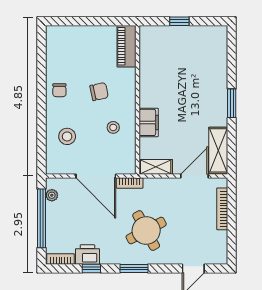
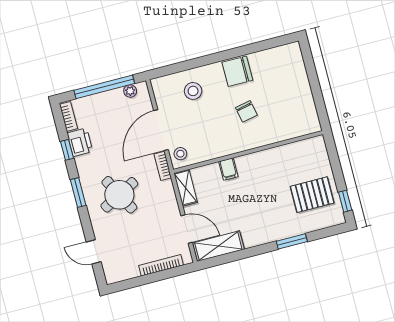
window: (179, 21) -> (345, 201), moved
piano: (126, 46) -> (299, 127), removed
pallet: (193, 50) -> (312, 195), added
chair: (59, 90) -> (237, 71), width x1.87, depth x1.87
window: (232, 103) -> (292, 241), moved
filing cabinet: (149, 122) -> (228, 169), width x0.50
stool: (113, 127) -> (180, 154), moved

